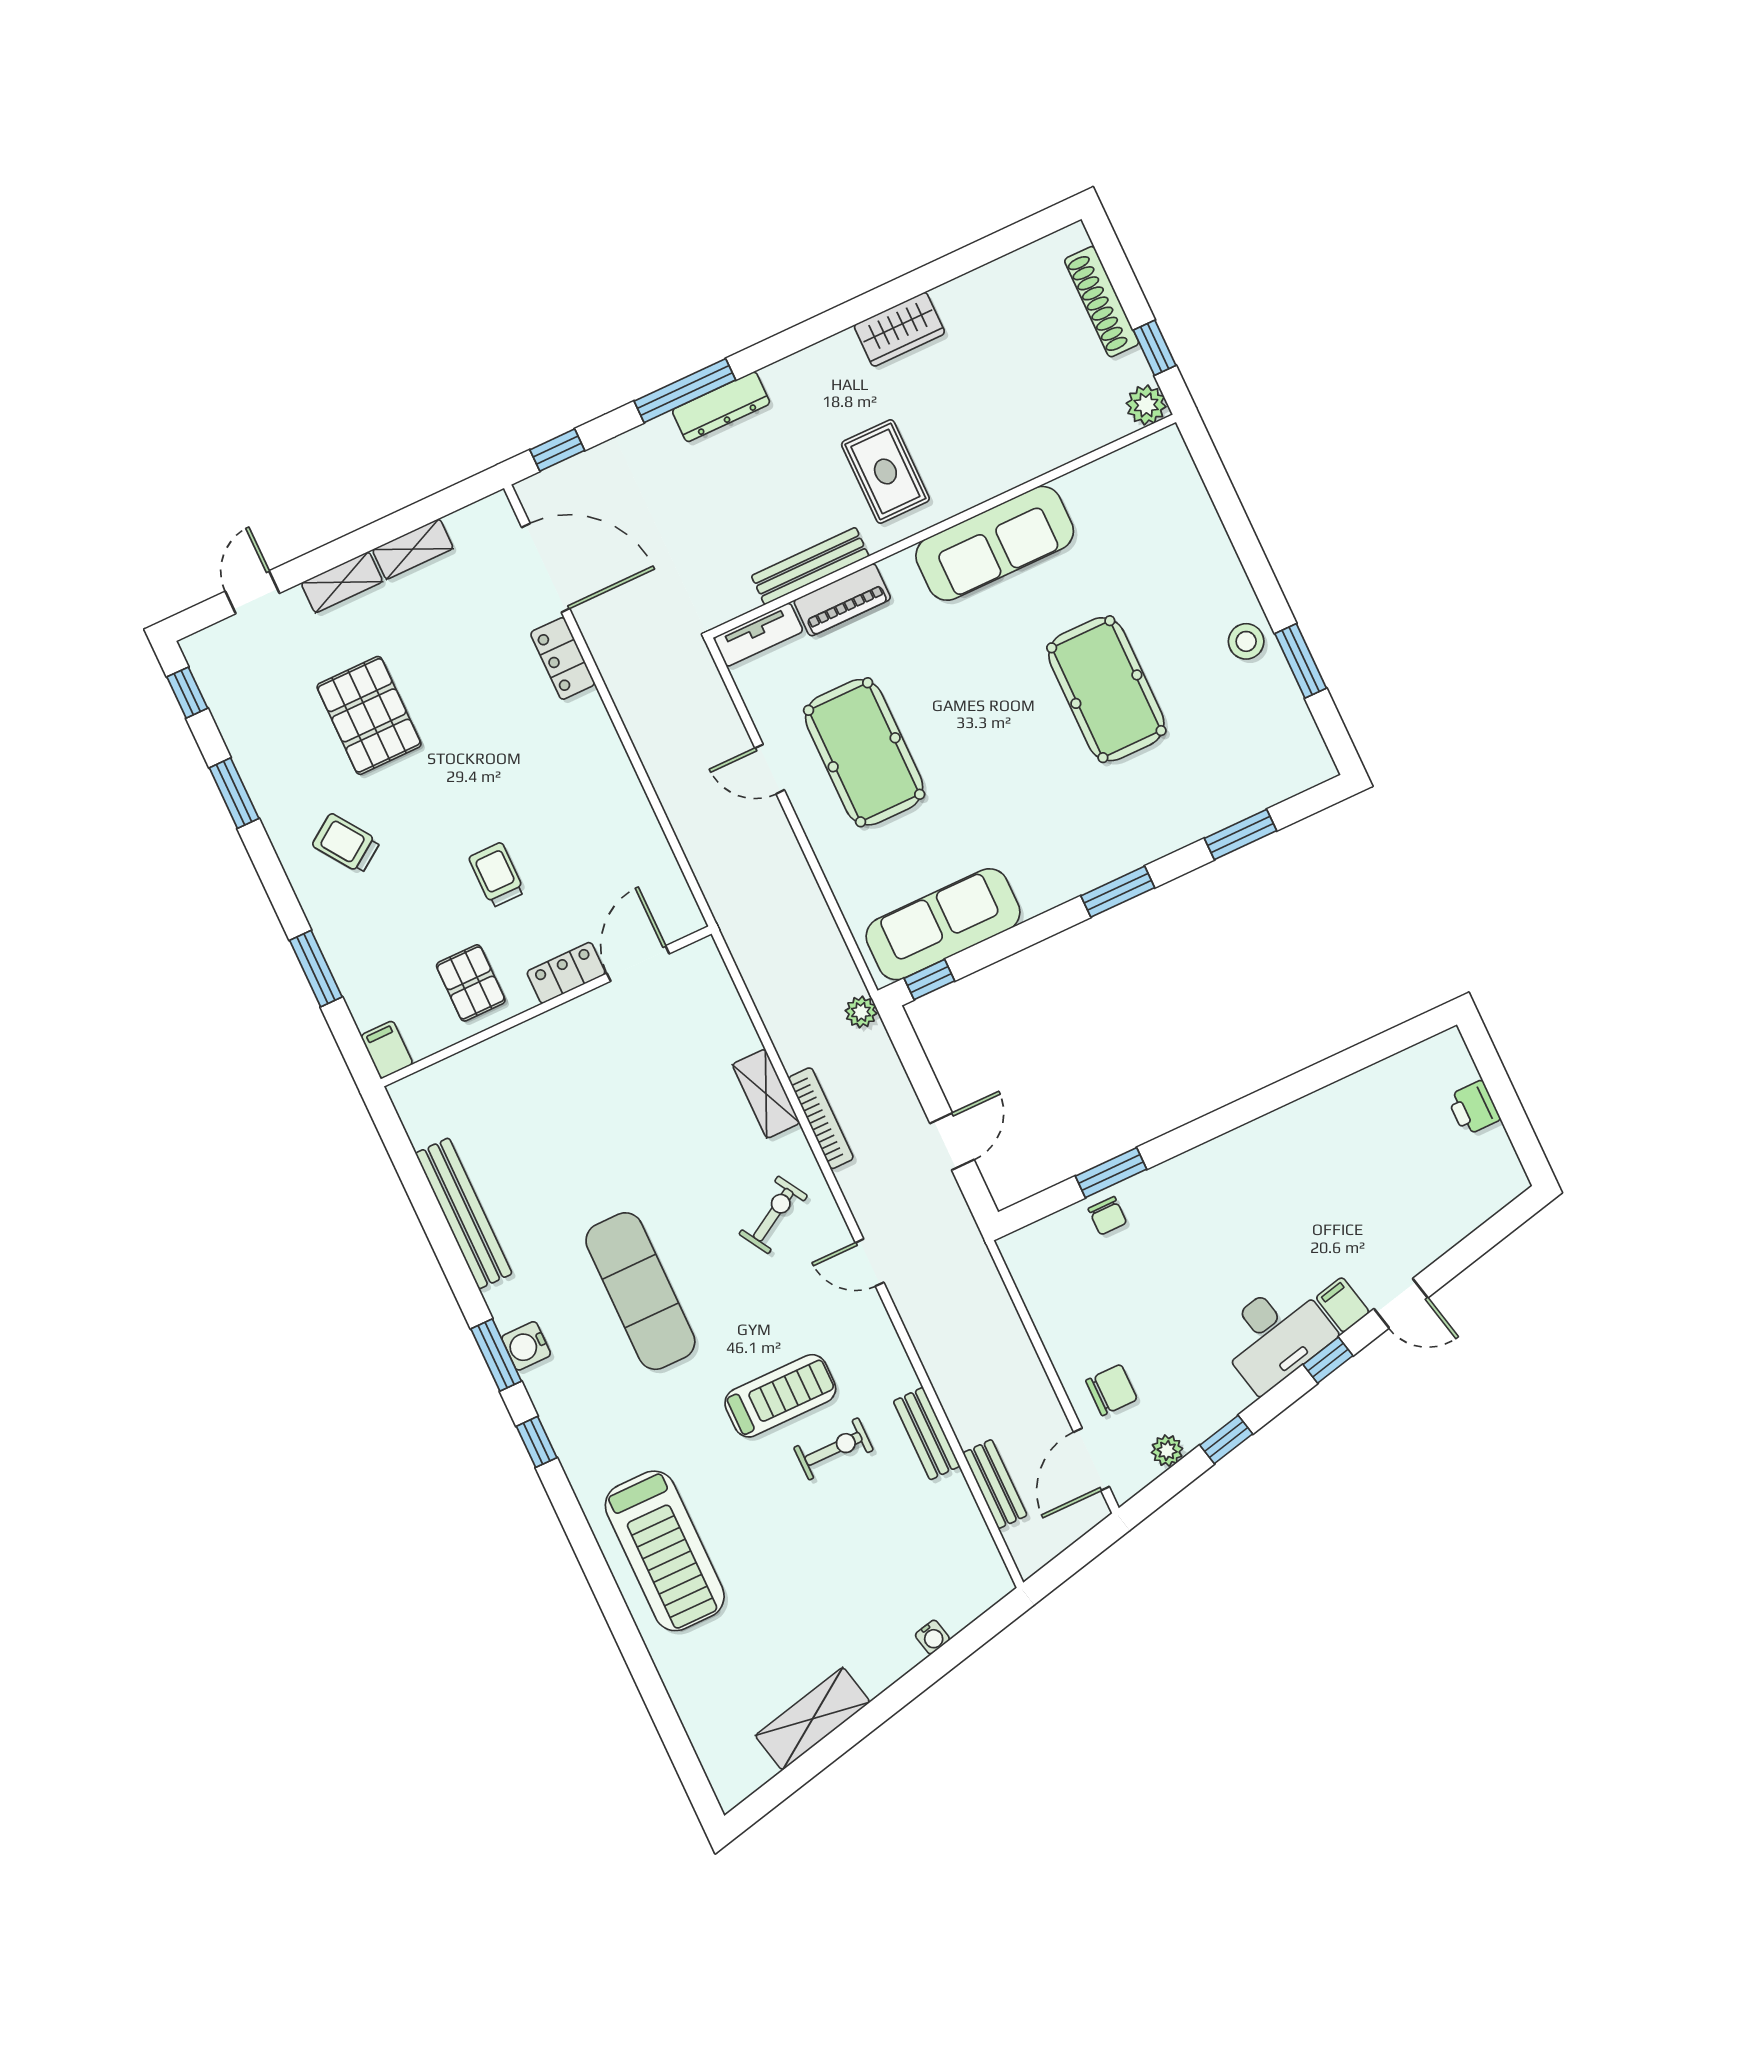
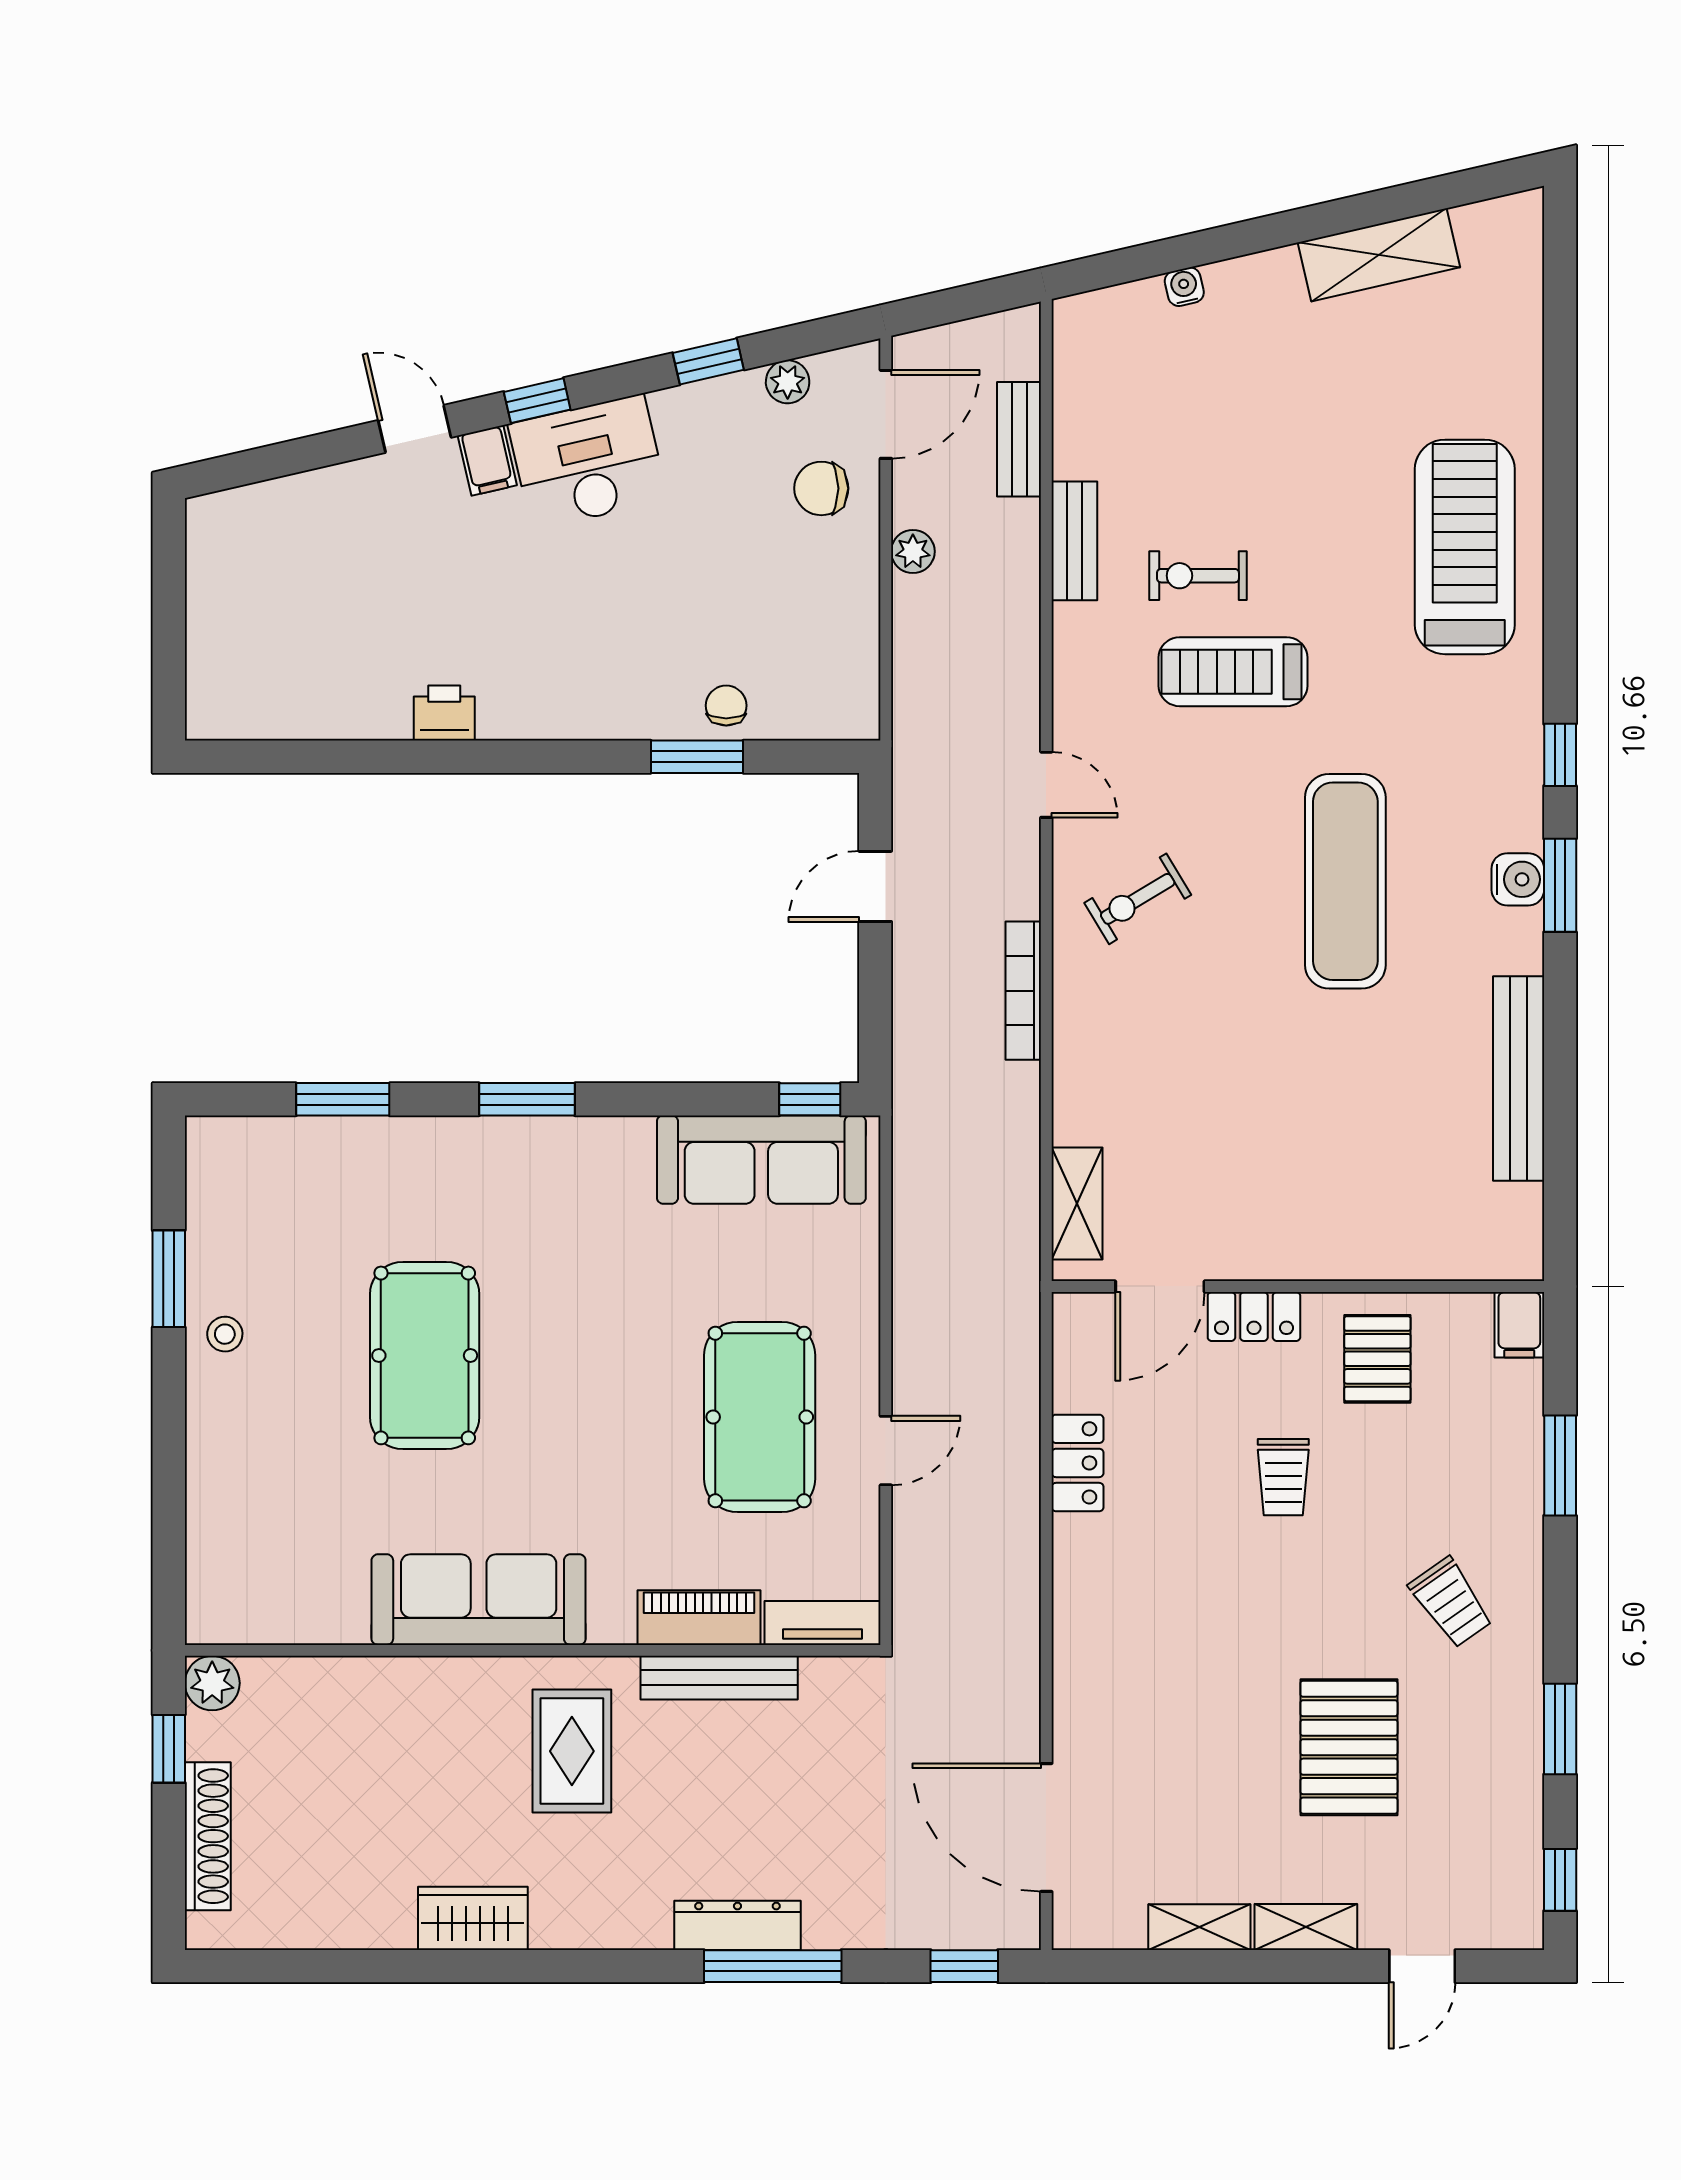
stool: (1246, 641) -> (225, 1334), width x0.73, depth x0.73
locker: (563, 658) -> (1078, 1463), moved
door: (770, 769) -> (886, 1451), hinge flipped
plant: (861, 1012) -> (913, 551), moved
shelving: (766, 1094) -> (1077, 1204), moved
printer: (1474, 1108) -> (444, 713), moved, turned -90

